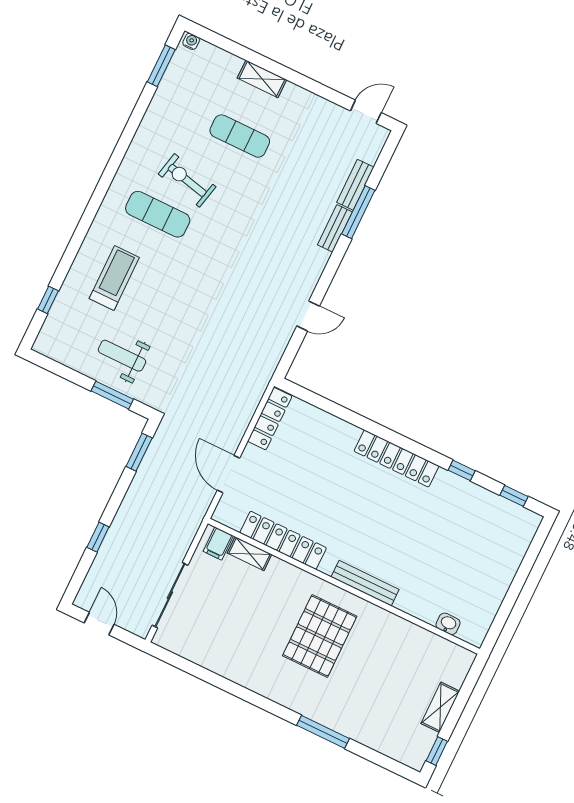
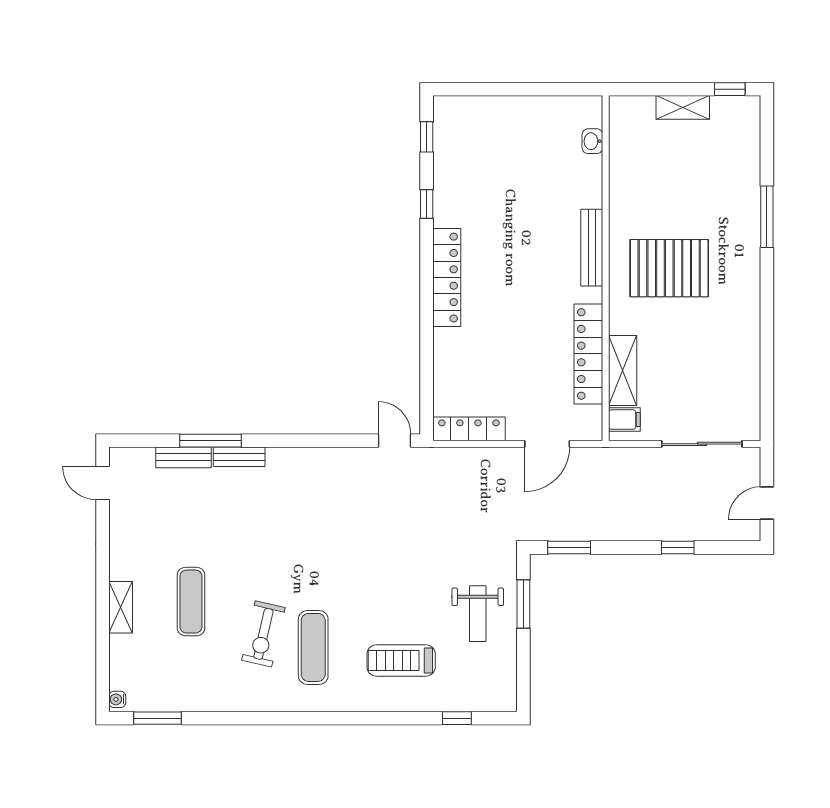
door: (308, 316) -> (395, 441), moved
shelving: (249, 554) -> (623, 371), width x1.50, depth x1.33

